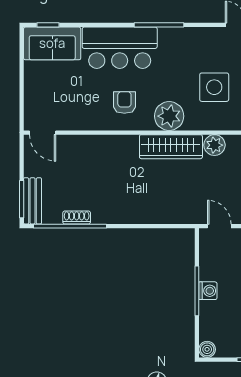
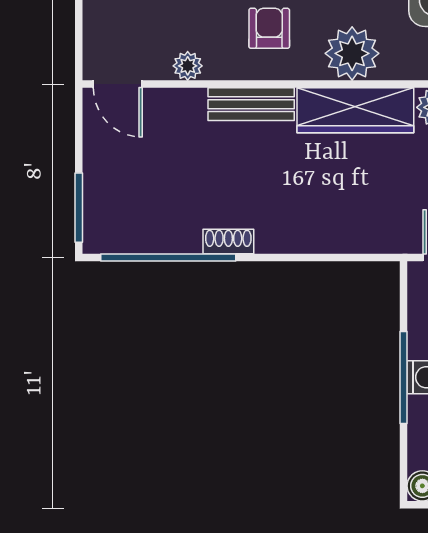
plant: (80, 123) -> (188, 66), added
bench: (33, 201) -> (251, 104), moved, turned 90
shoe rack: (77, 217) -> (228, 241), moved

